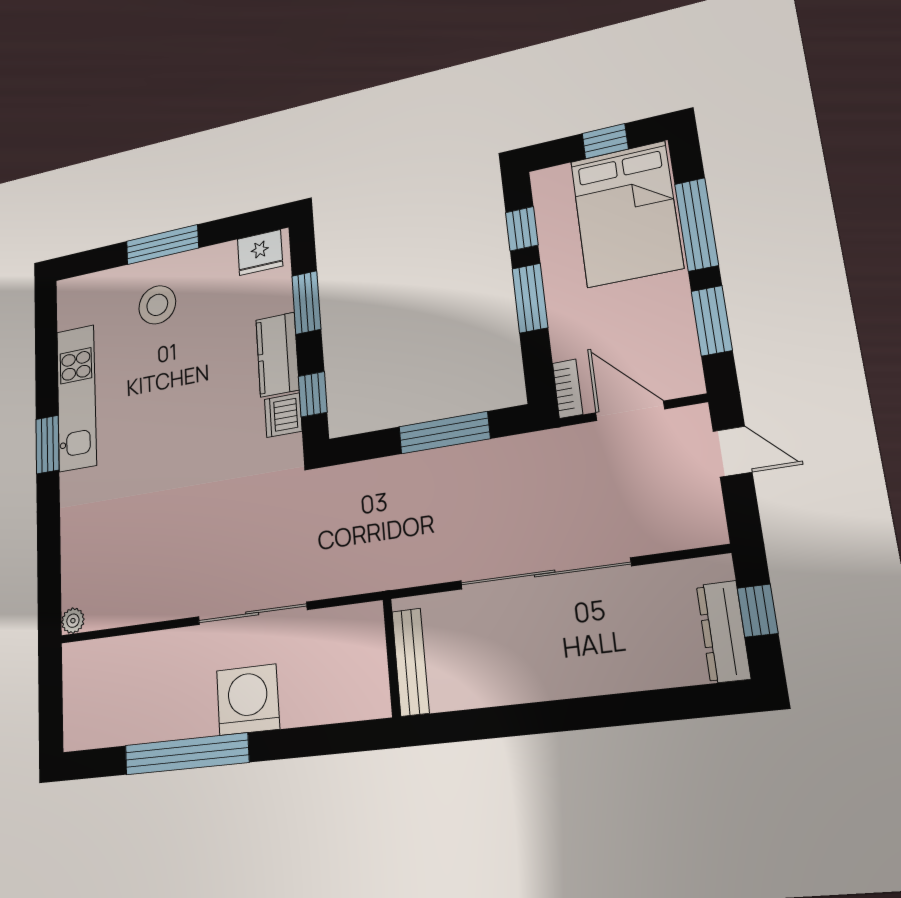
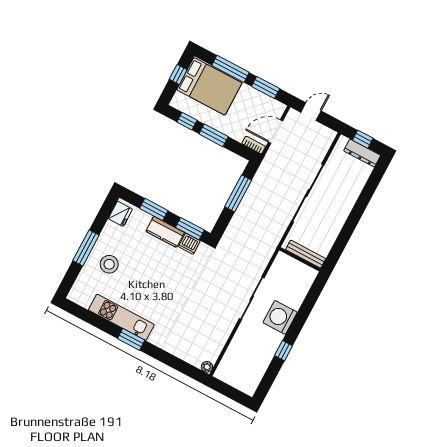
window: (313, 394) -> (190, 229), width x1.50
window: (186, 754) -> (283, 351), width x0.32

